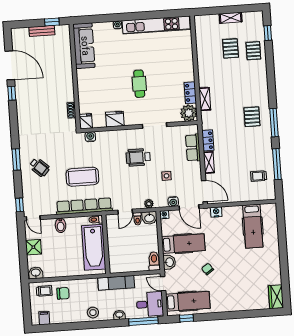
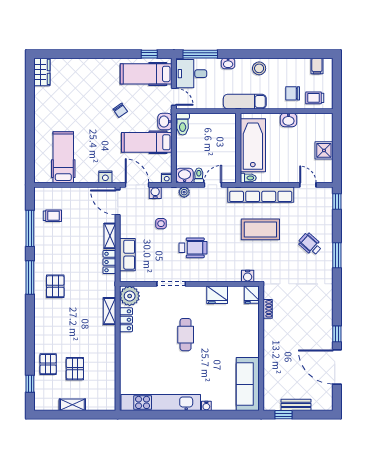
door: (33, 218) -> (308, 185), moved
bidet: (61, 225) -> (290, 174), removed
washbasin: (36, 273) -> (288, 120), moved
exam couch: (116, 283) -> (245, 102), moved

